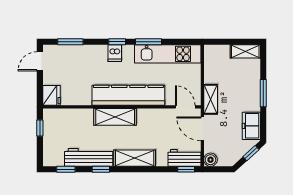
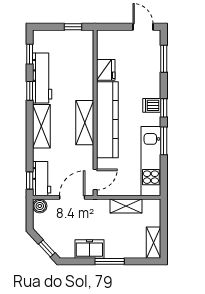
fridge: (51, 95) -> (106, 70), moved, turned -90
shelving: (211, 99) -> (126, 206), moved
shelving: (115, 117) -> (85, 123), moved
freezer: (251, 126) -> (89, 249), moved

